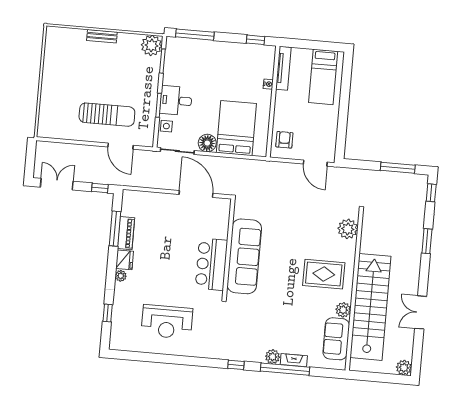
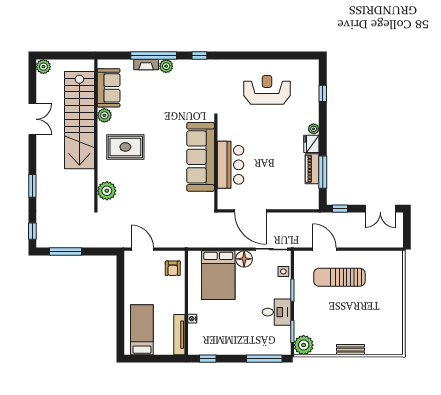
desk: (176, 101) -> (277, 312), moved
bar counter: (211, 264) -> (230, 165), moved

